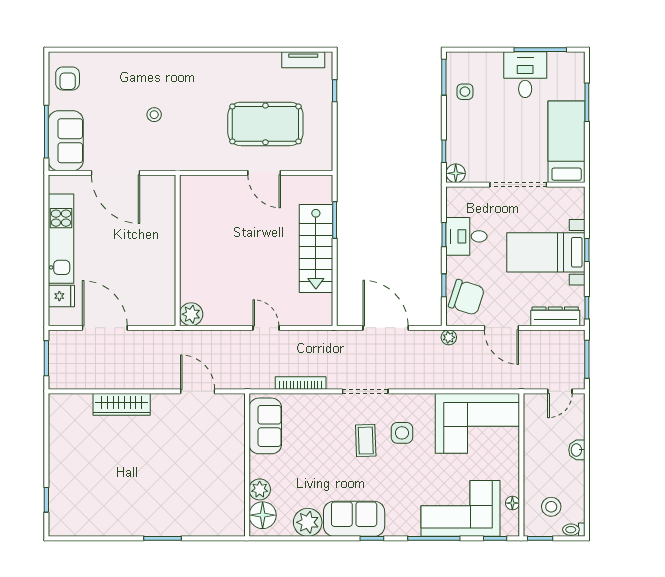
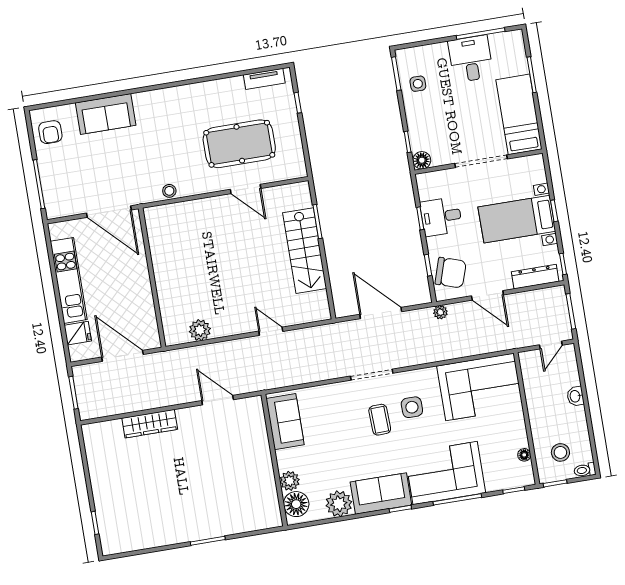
stool: (154, 115) -> (169, 191), moved
sofa: (66, 141) -> (106, 114), moved, turned 90
wall: (178, 250) -> (152, 278), moved
bookcase: (301, 383) -> (311, 377), removed
corner sofa: (461, 508) -> (445, 473), moved

